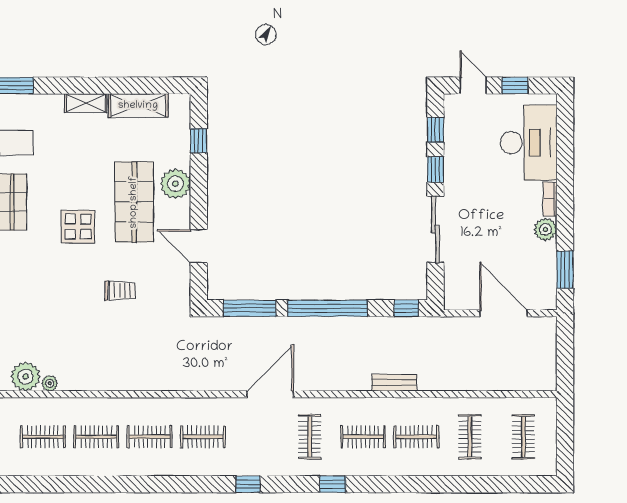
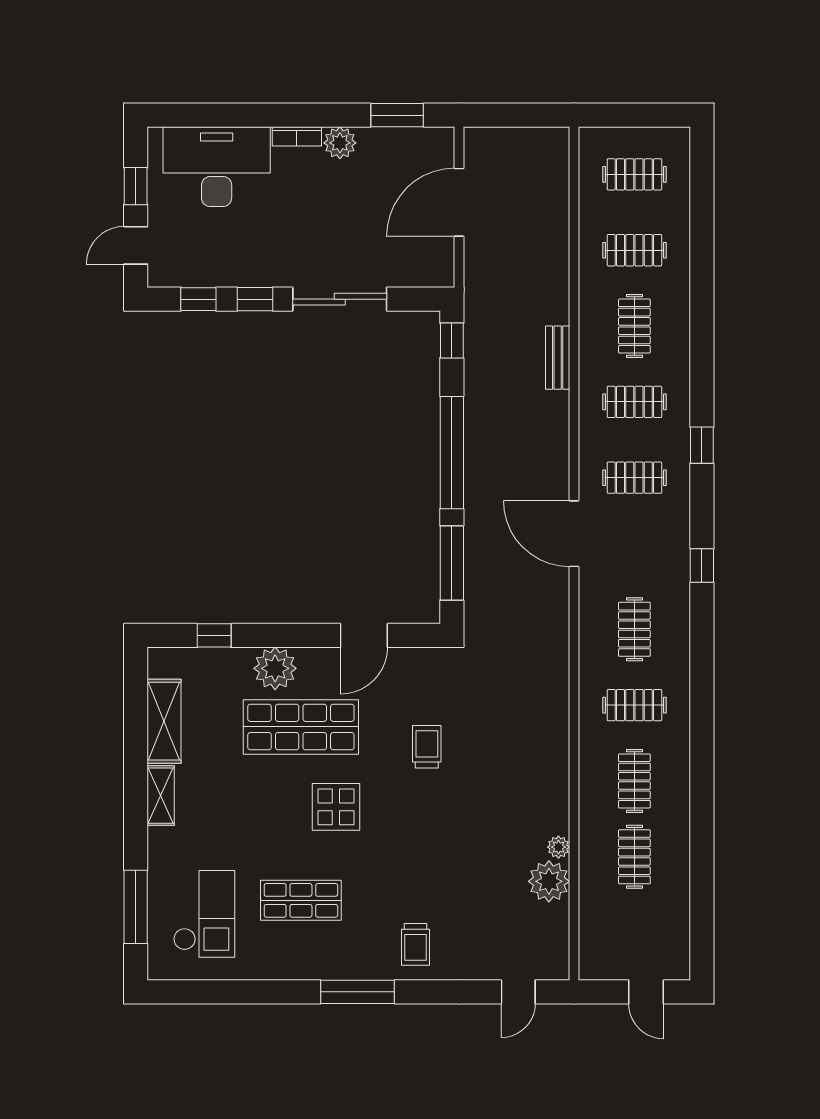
clothes rail: (150, 437) -> (634, 705), turned 90
clothes rail: (363, 437) -> (634, 402), turned 90

